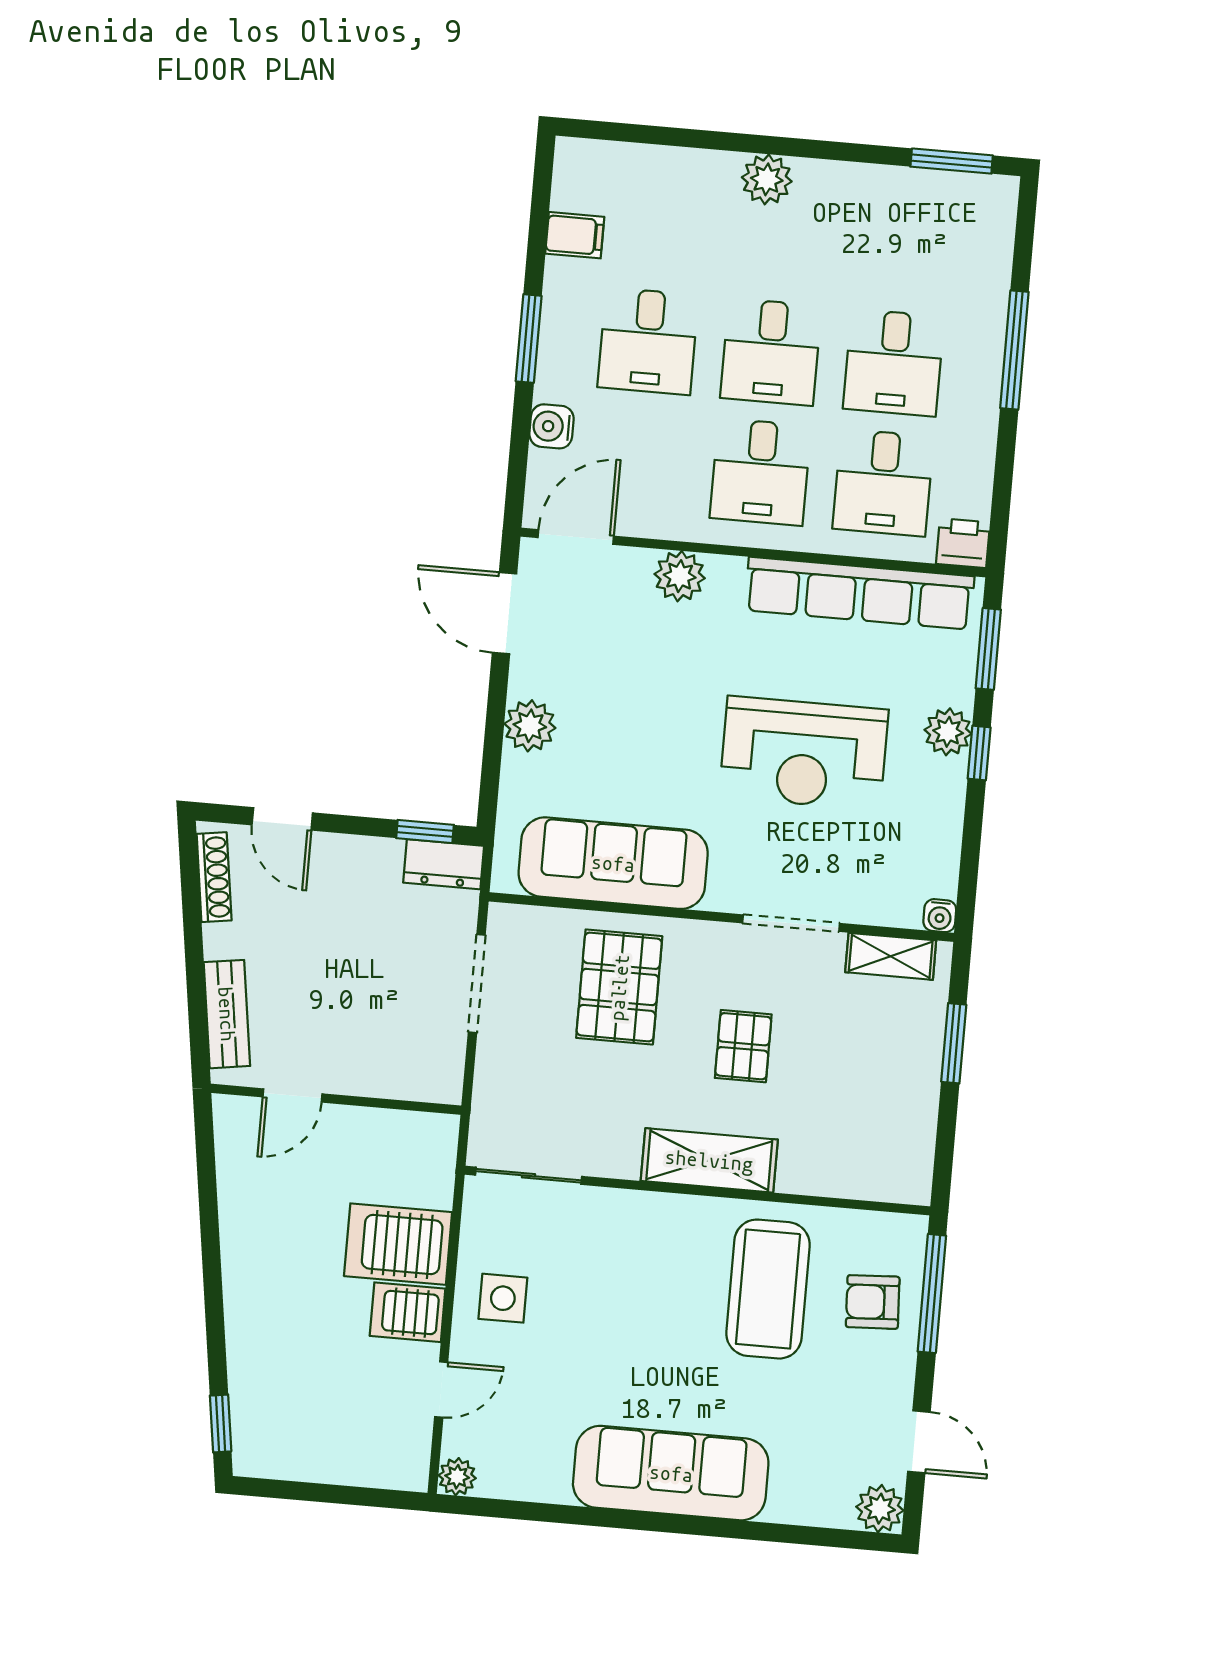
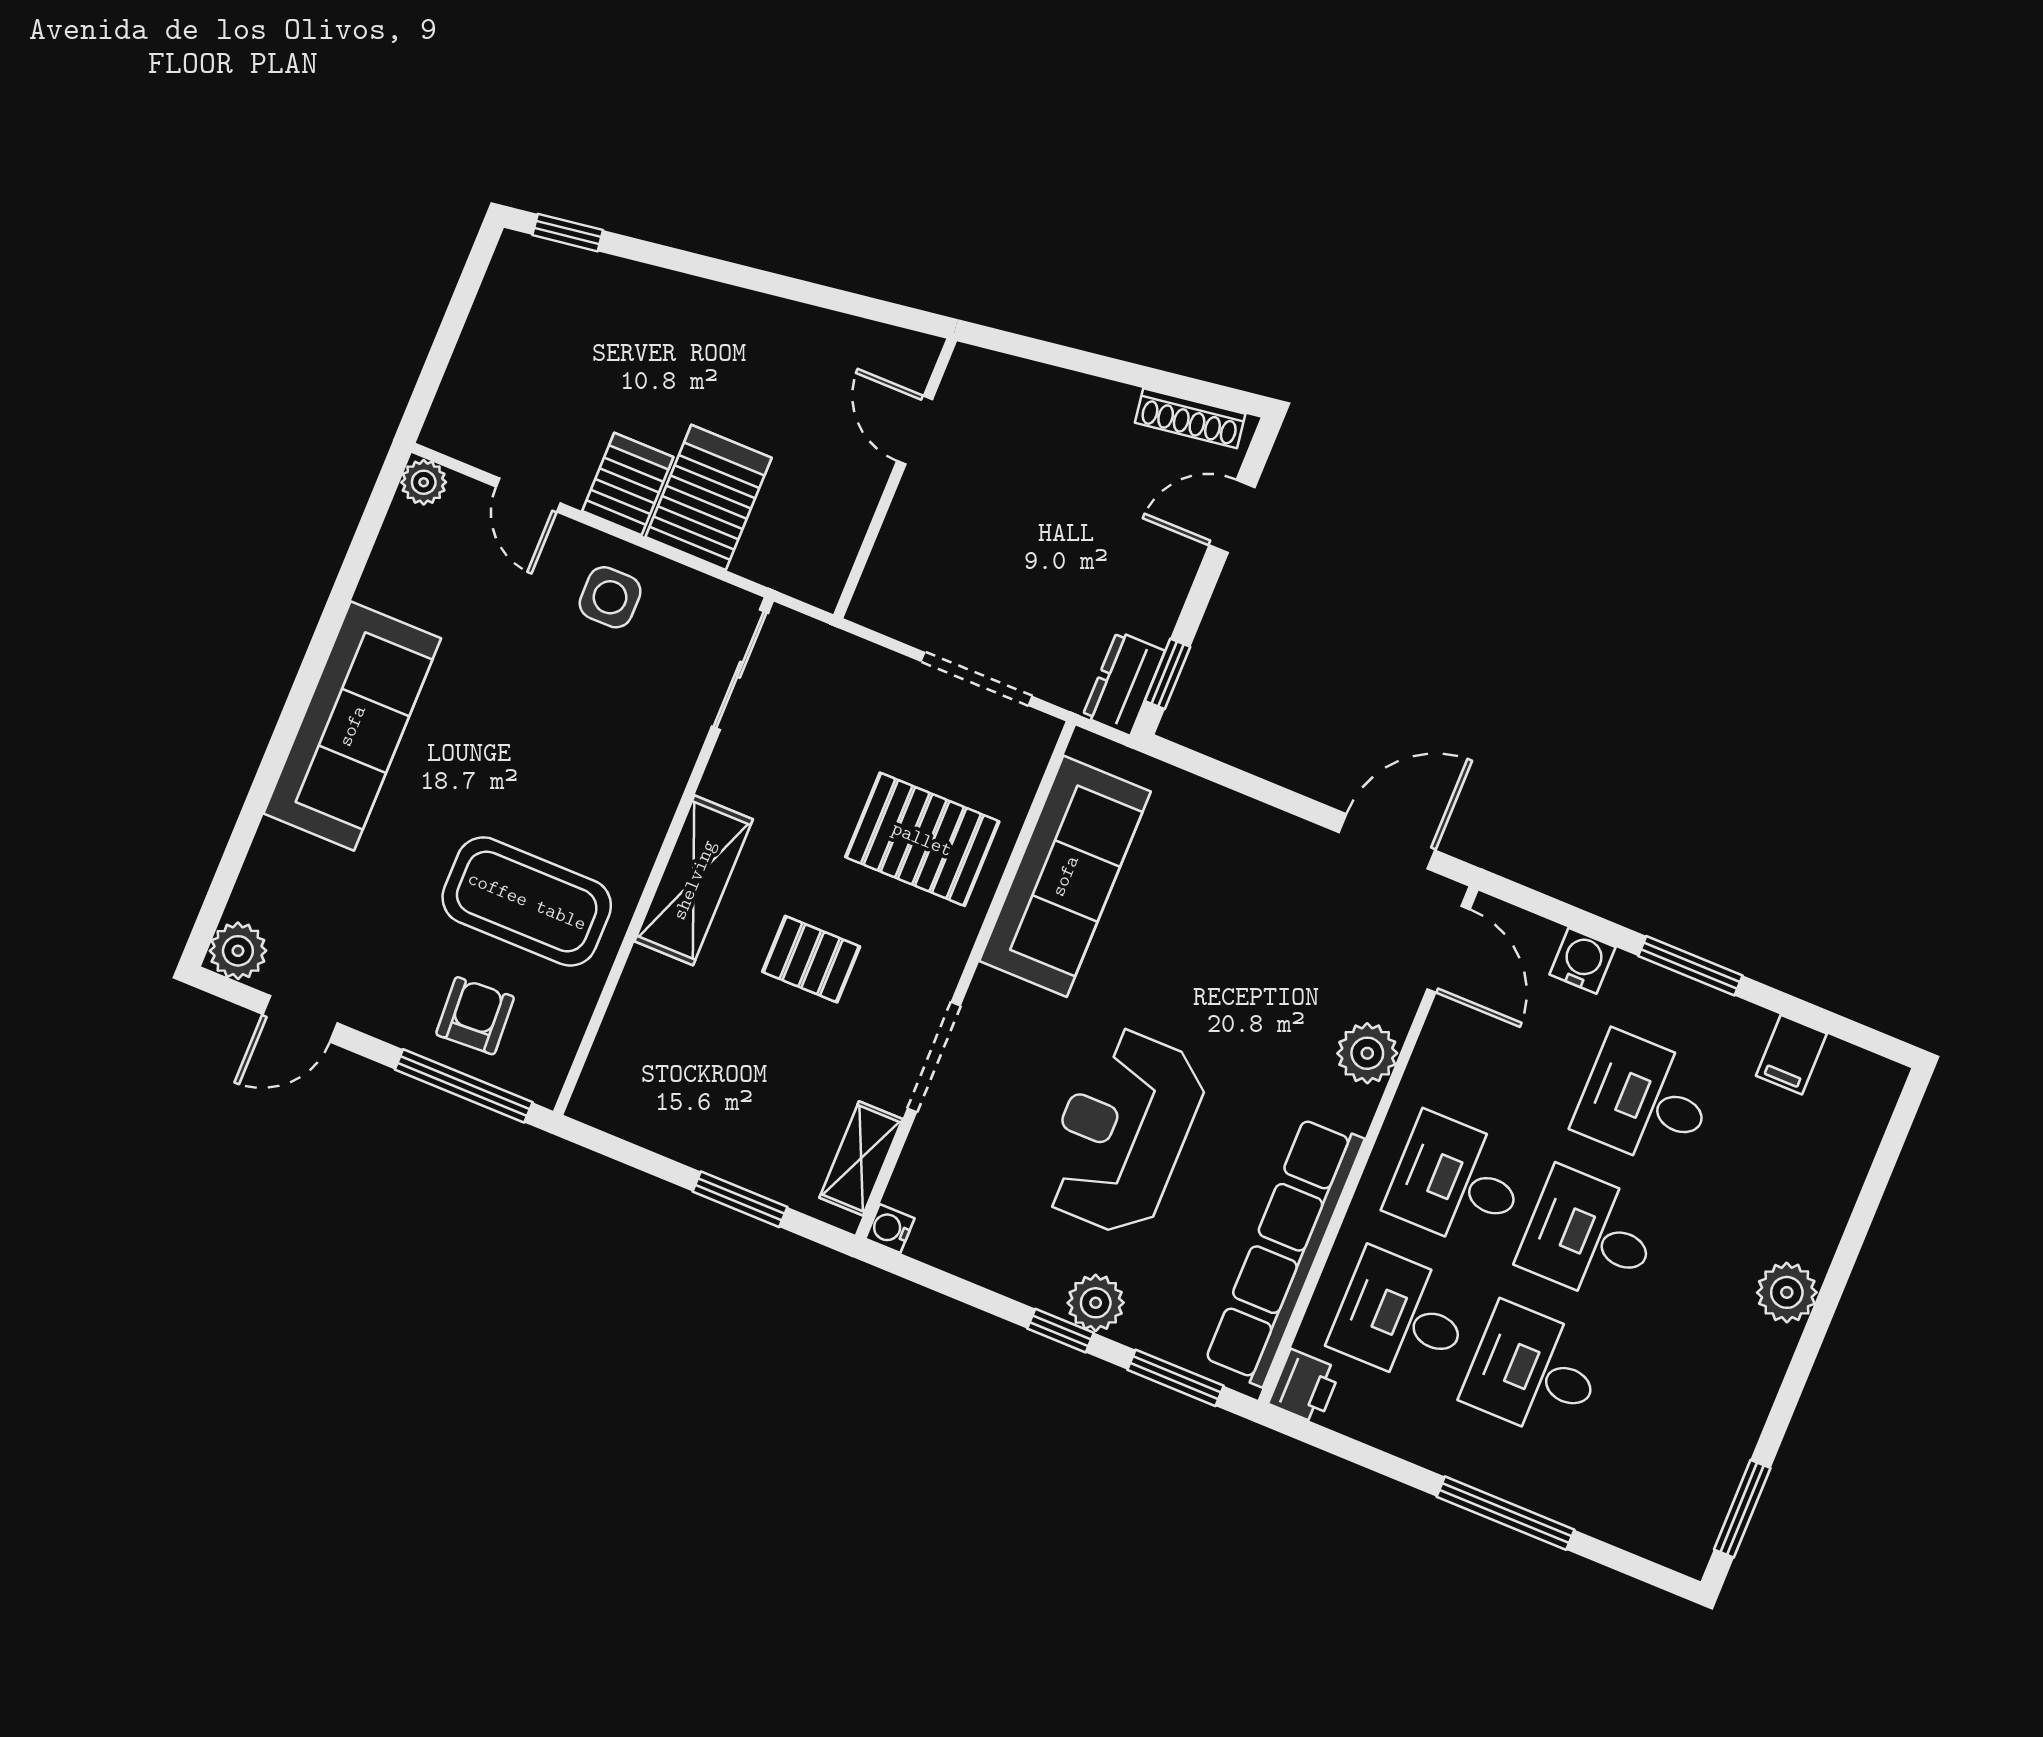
plant: (530, 726) -> (1250, 830), removed
bench: (227, 1014) -> (1030, 385), removed

